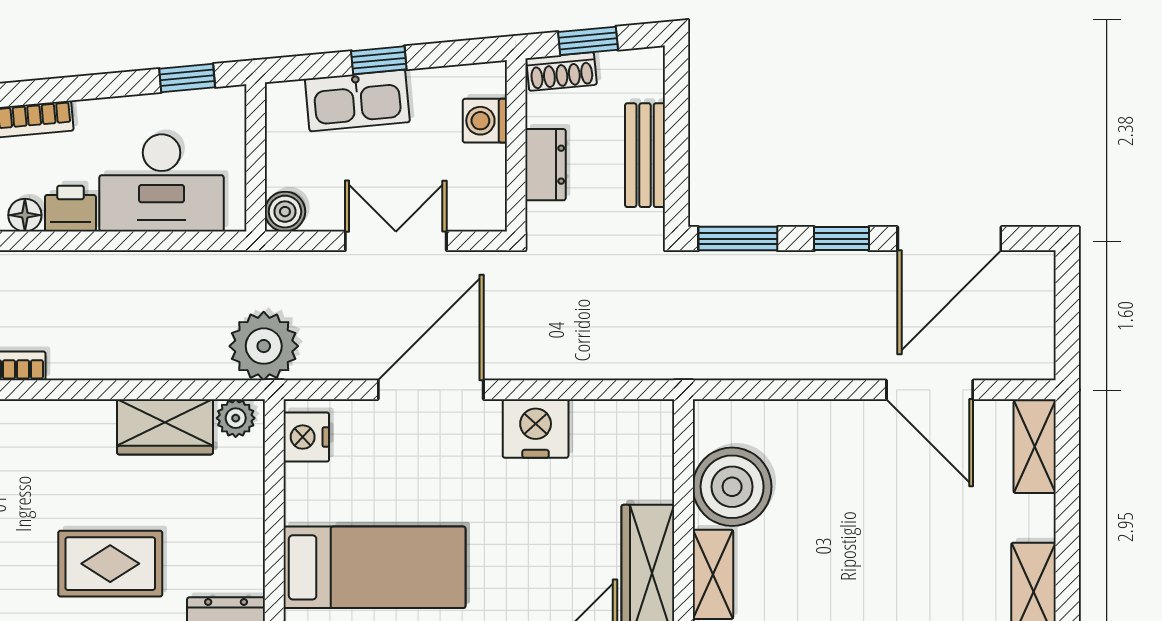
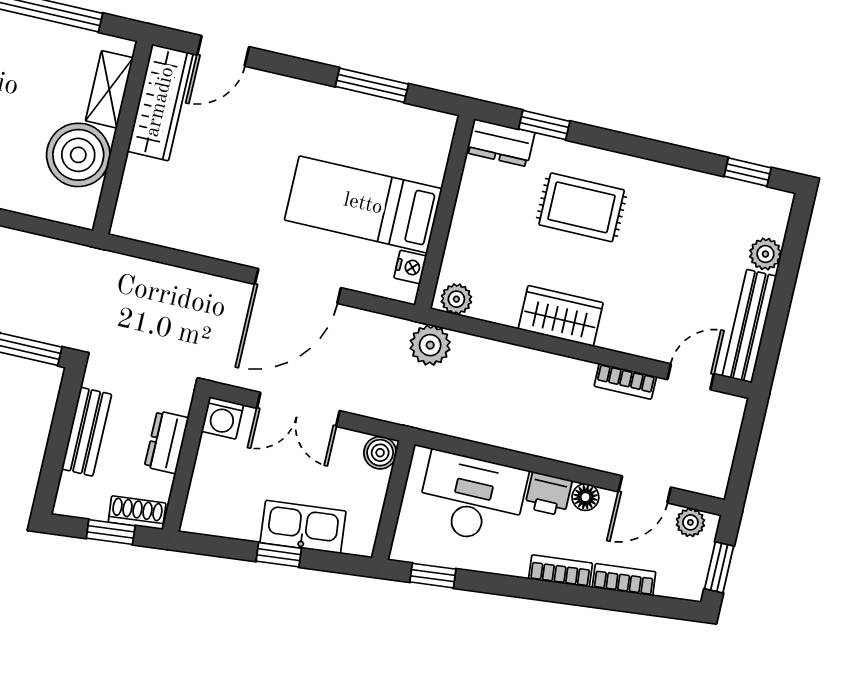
washing machine: (485, 121) -> (223, 418), moved, turned 90
plant: (264, 346) -> (430, 345), width x0.73, depth x0.73
wardrobe: (165, 427) -> (561, 316), moved
nightstand: (536, 428) -> (222, 236), removed
nightstand: (306, 437) -> (410, 267), width x0.72, depth x0.74
bed: (374, 567) -> (363, 204), moved

